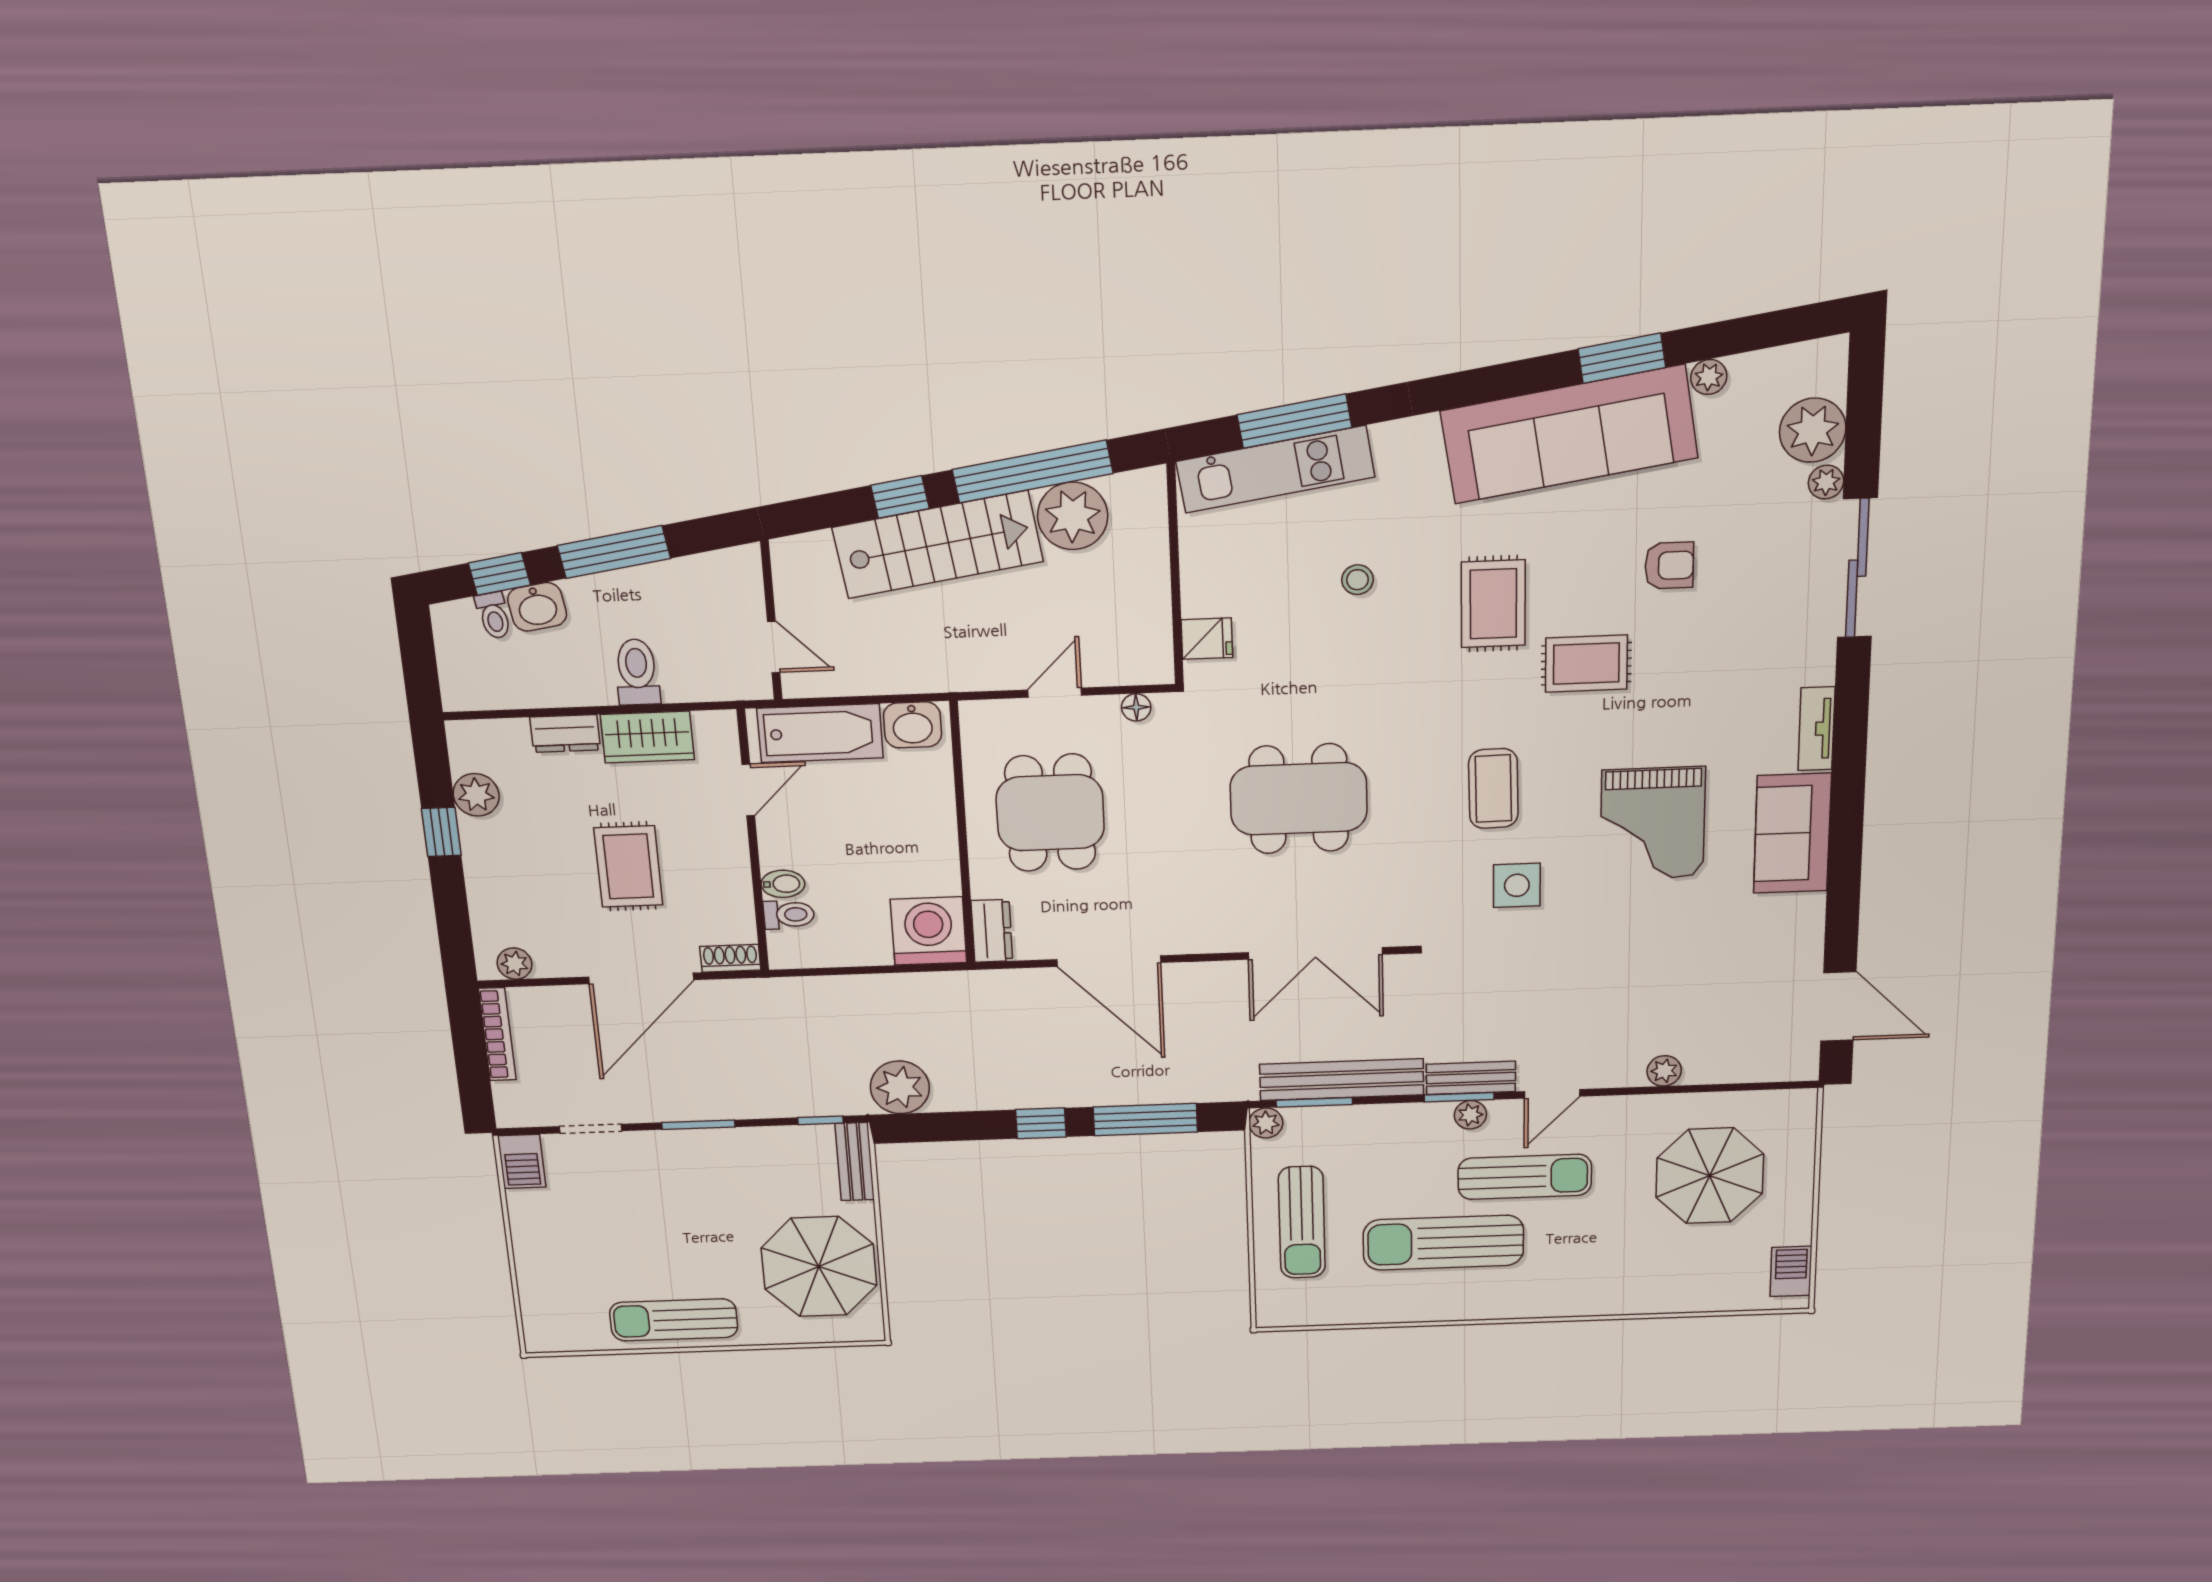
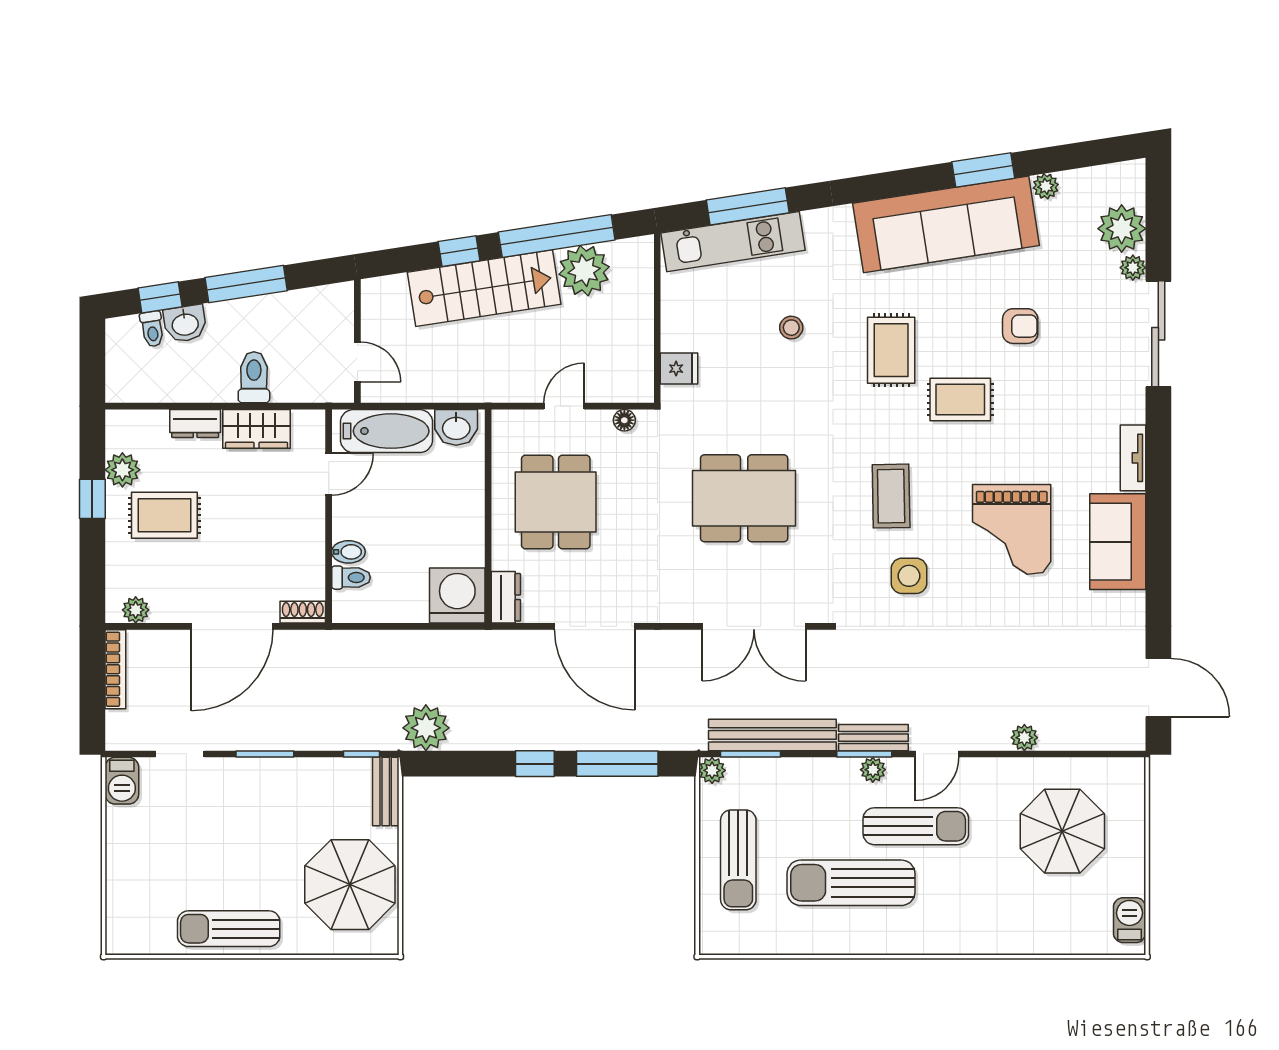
rug: (628, 866) -> (164, 515), moved, turned 90

